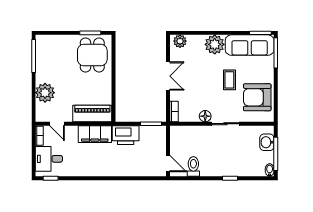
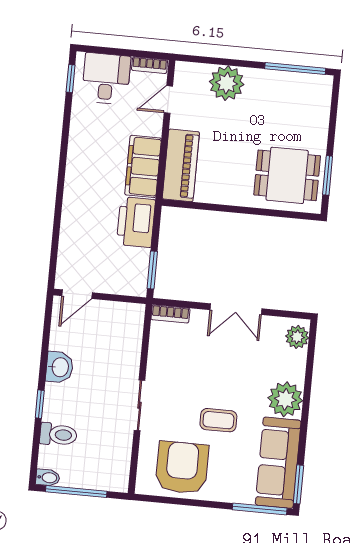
floor lamp: (205, 116) -> (157, 370), removed
washbasin: (267, 142) -> (59, 367), moved, turned 90
toilet: (193, 166) -> (58, 435), moved

